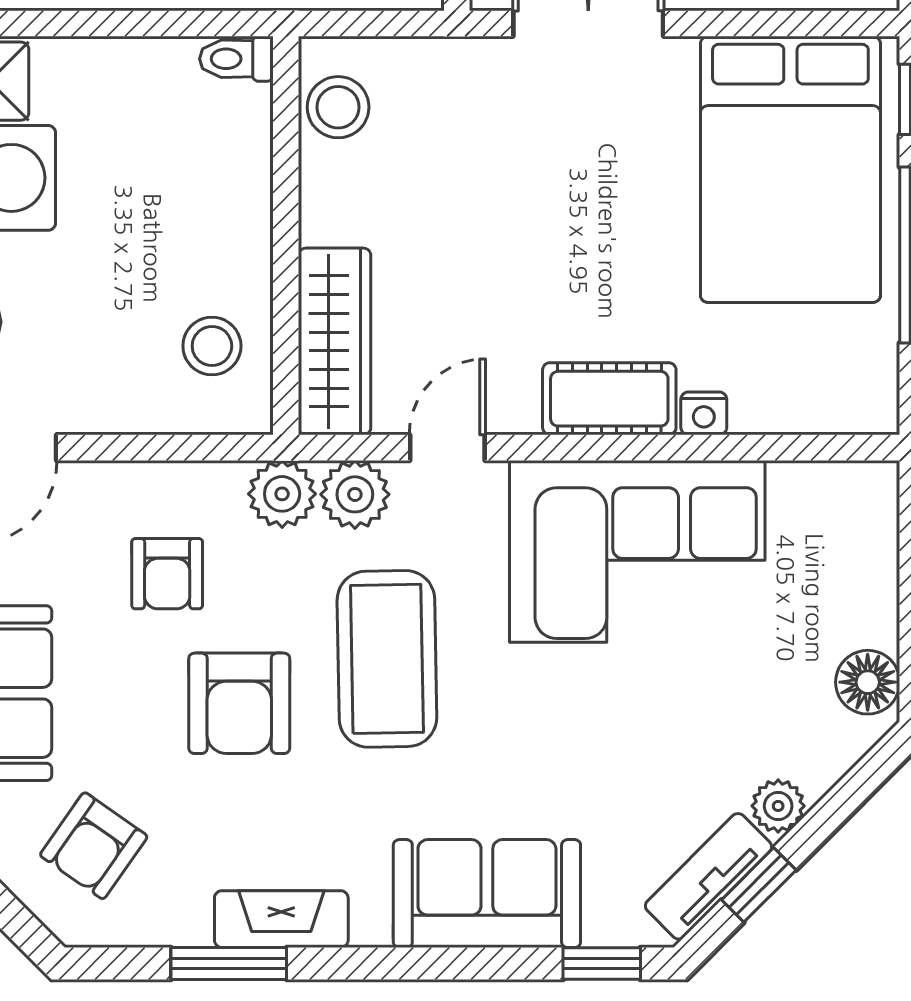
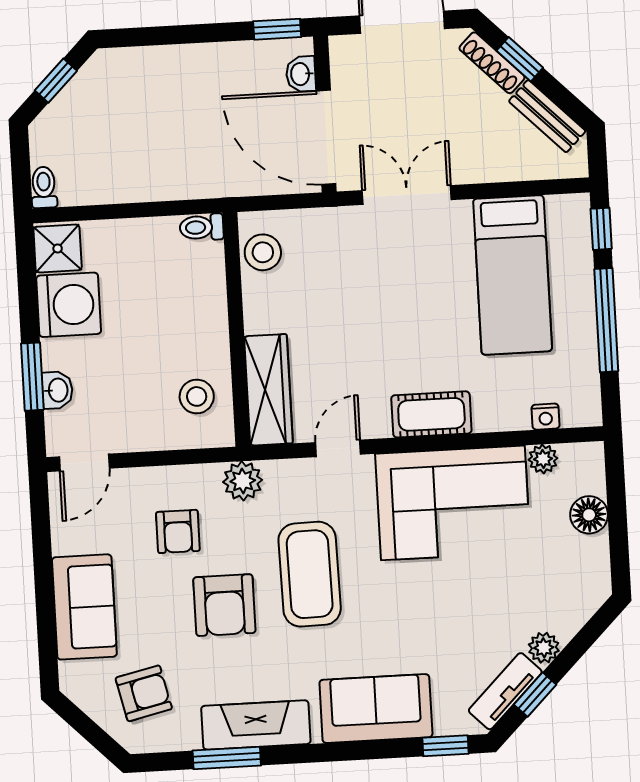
bed: (790, 169) -> (513, 275), width x0.67
nightstand: (704, 413) -> (546, 417), moved
plant: (355, 494) -> (543, 459), moved, width x0.73, depth x0.73
floor lamp: (868, 682) -> (589, 515), moved
armchair: (94, 846) -> (144, 693), turned -138
fireplace: (281, 919) -> (256, 725), width x1.37, depth x1.32

